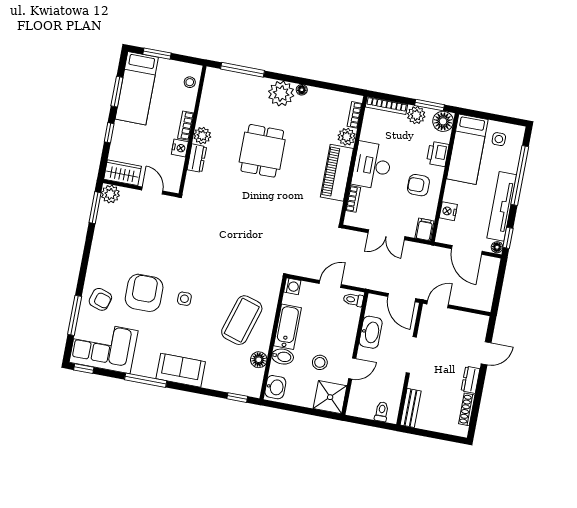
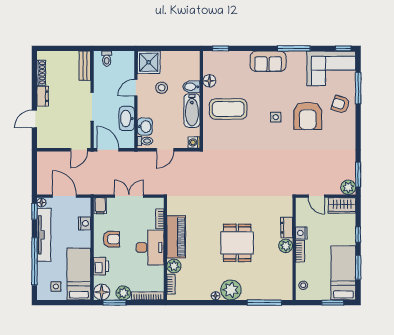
coffee table: (242, 320) -> (228, 109), turned 73
washbasin: (275, 387) -> (145, 127), moved, turned 180

